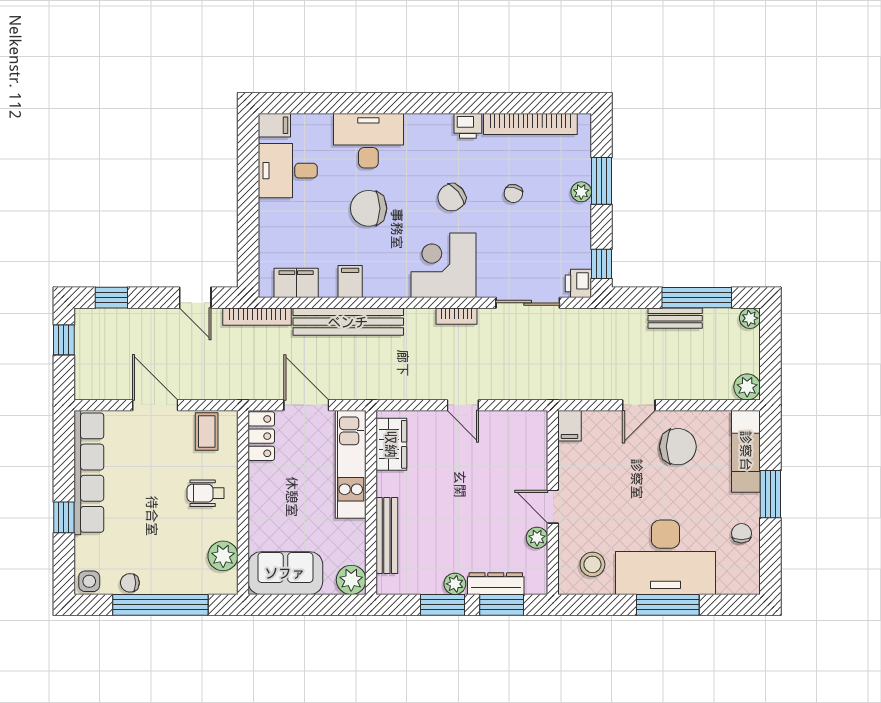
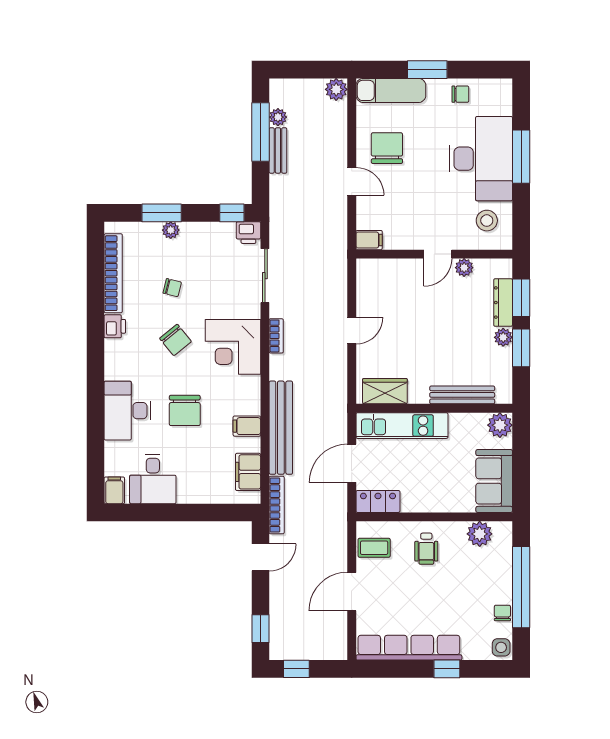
plant: (750, 318) -> (278, 117), moved
chair: (741, 533) -> (460, 94), turned 180
chair: (130, 583) -> (502, 613), turned 180

